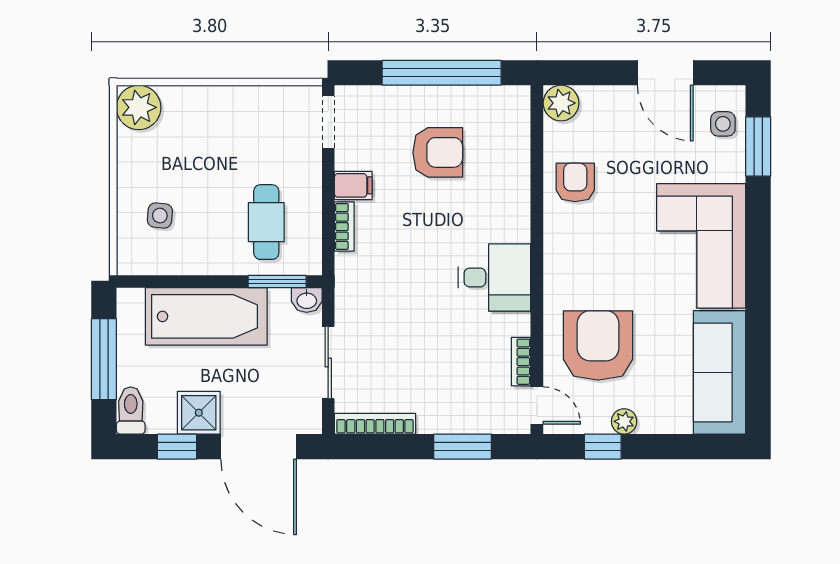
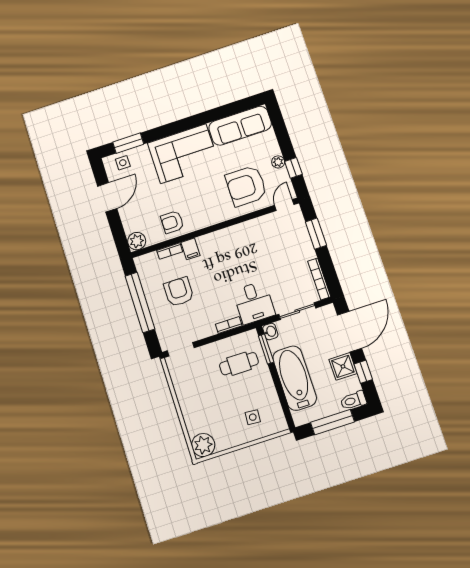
filing cabinet: (353, 185) -> (191, 249), moved, turned 180
desk: (494, 277) -> (254, 303), moved, turned 180
bookcase: (521, 362) -> (170, 251), moved

